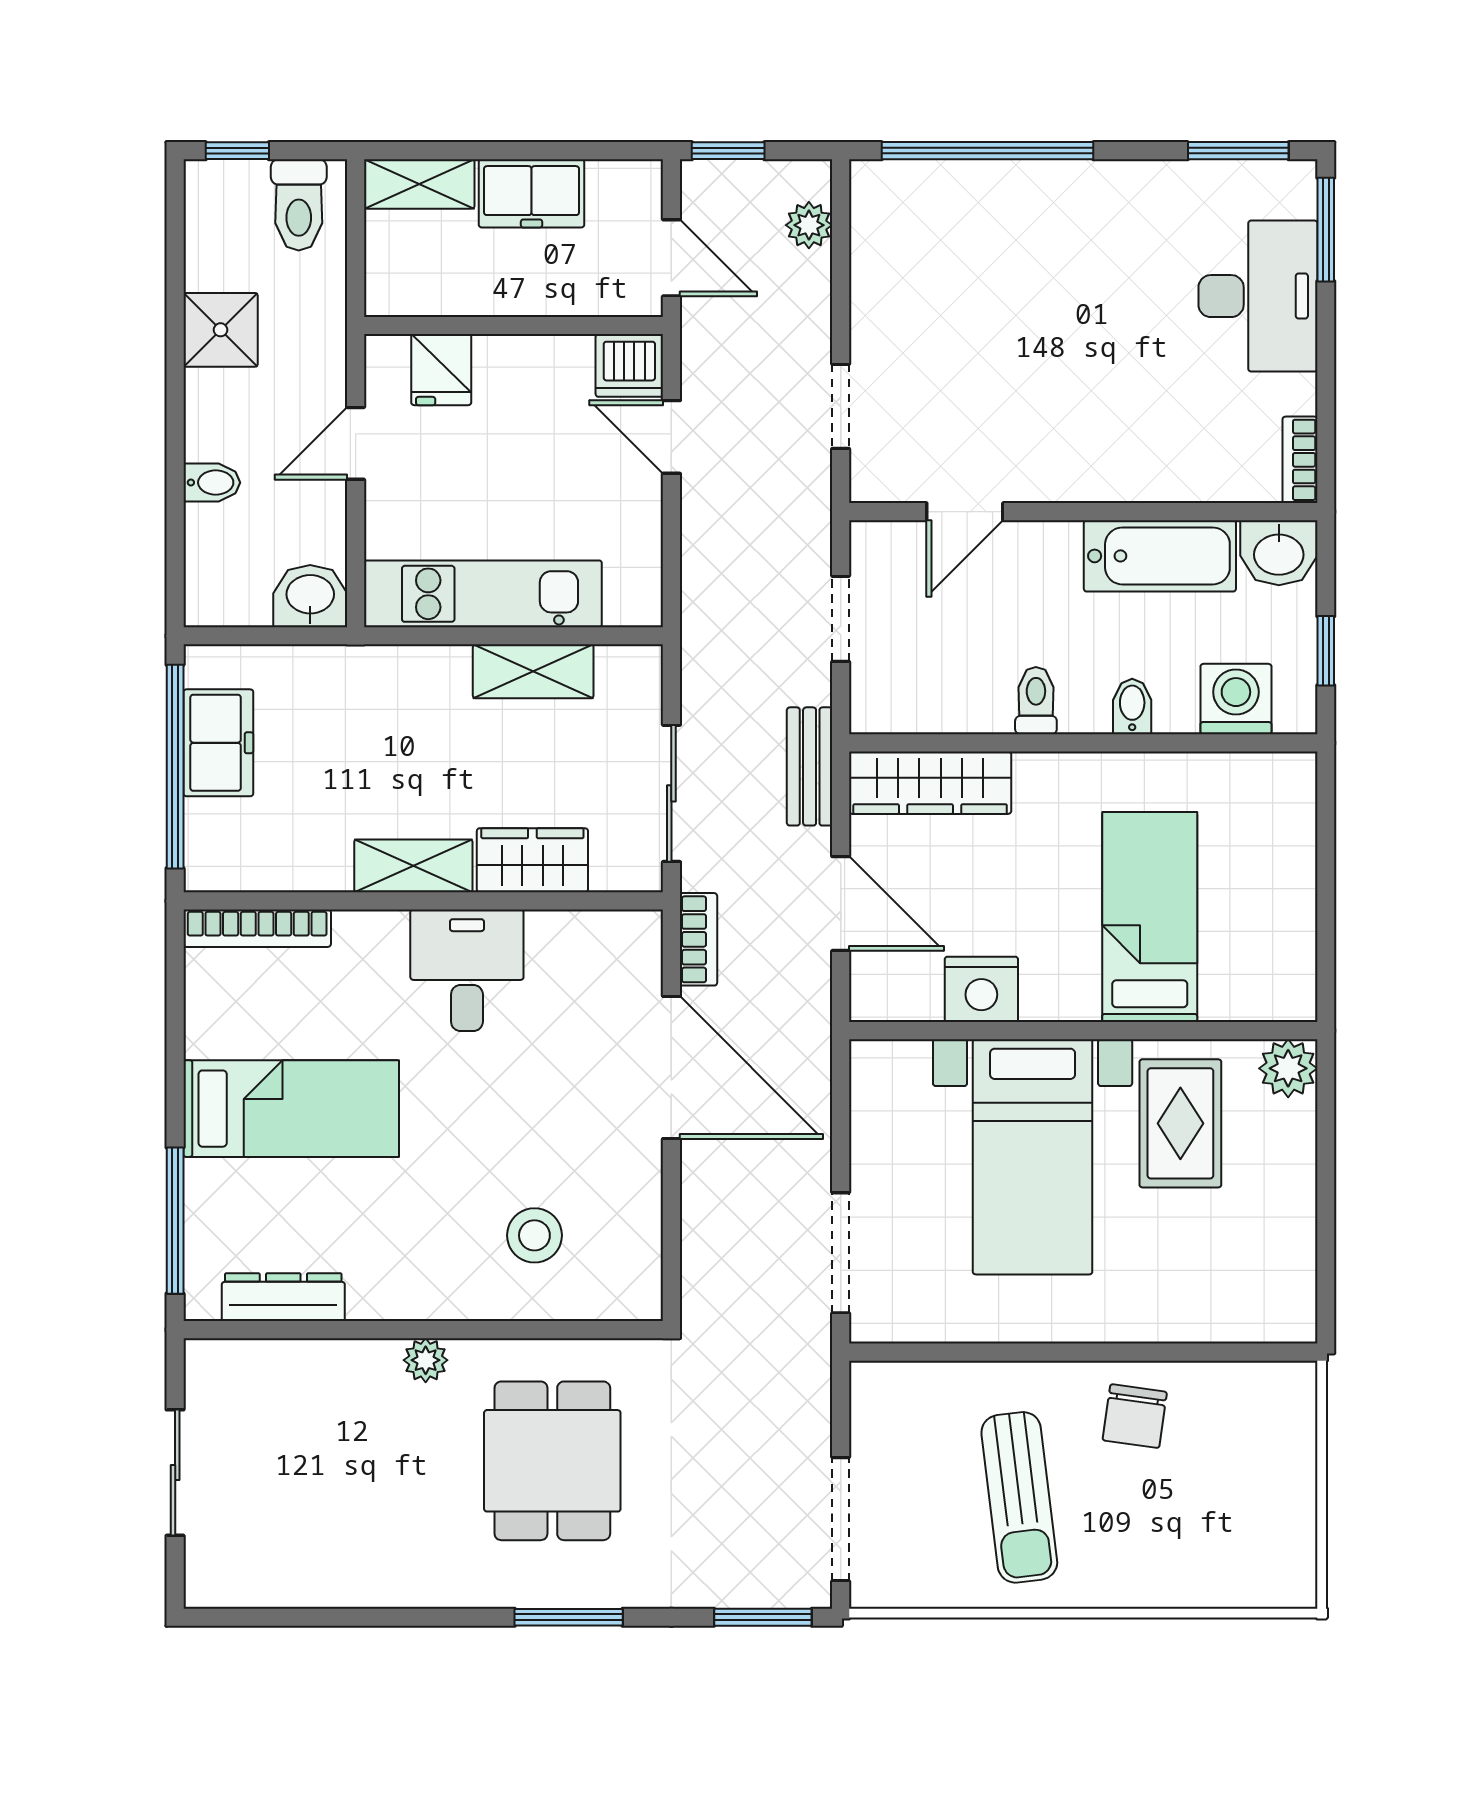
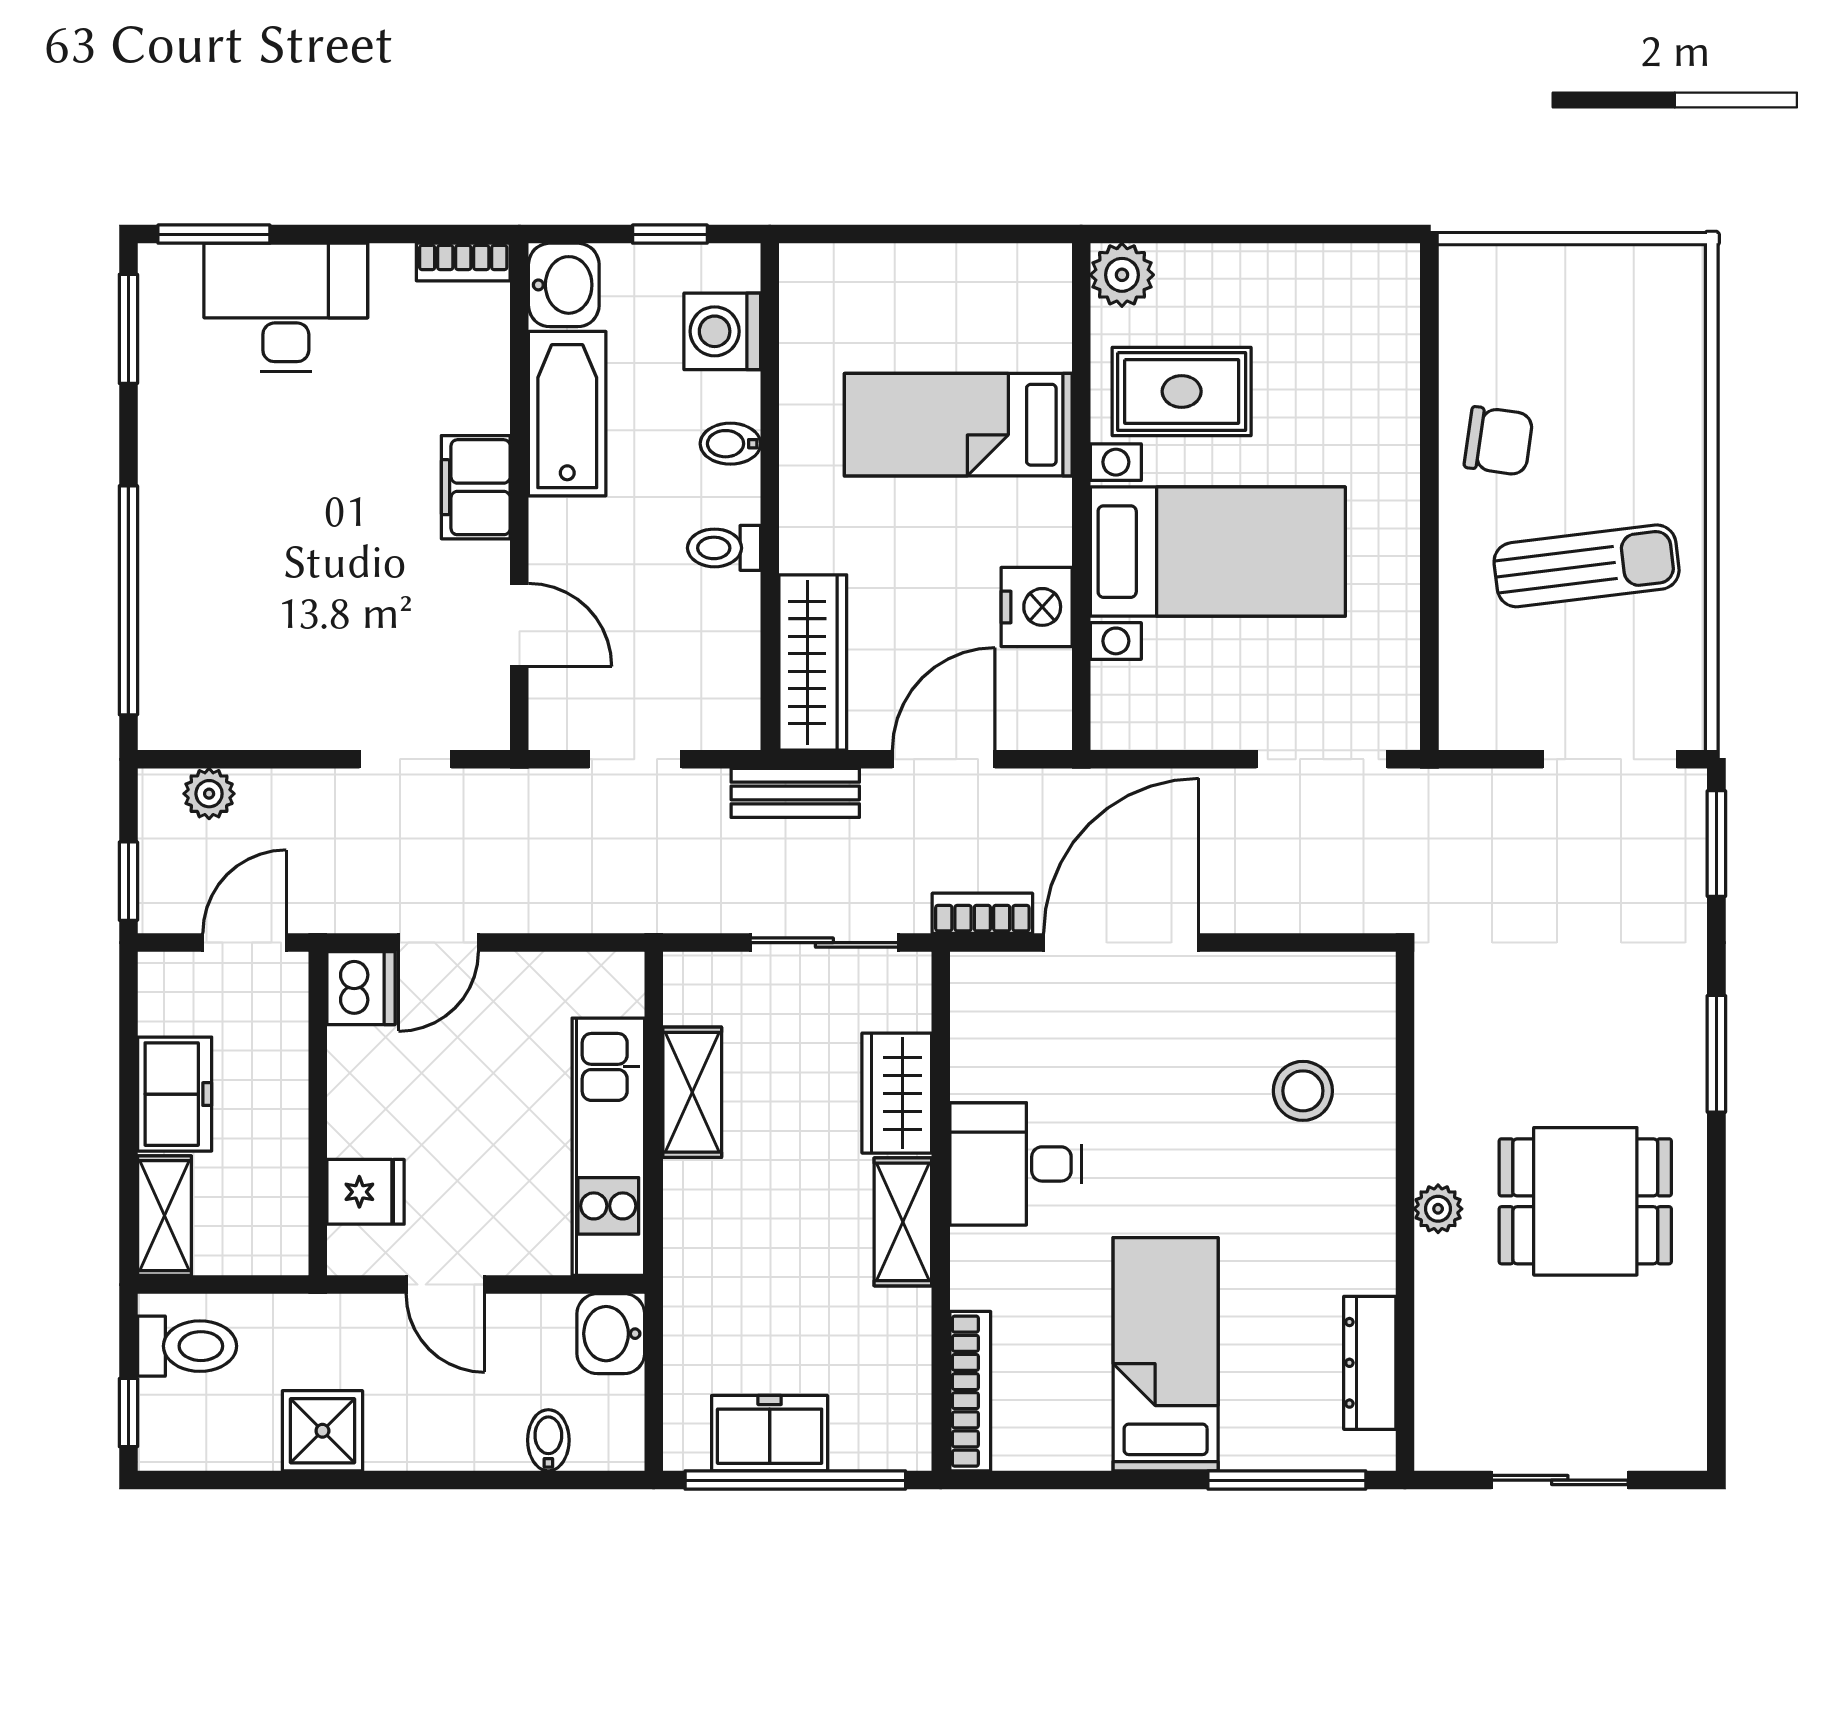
filing cabinet: (1092, 471) -> (476, 487), added
bidet: (212, 483) -> (548, 1440), moved
dining table: (552, 1461) -> (1585, 1201), moved

